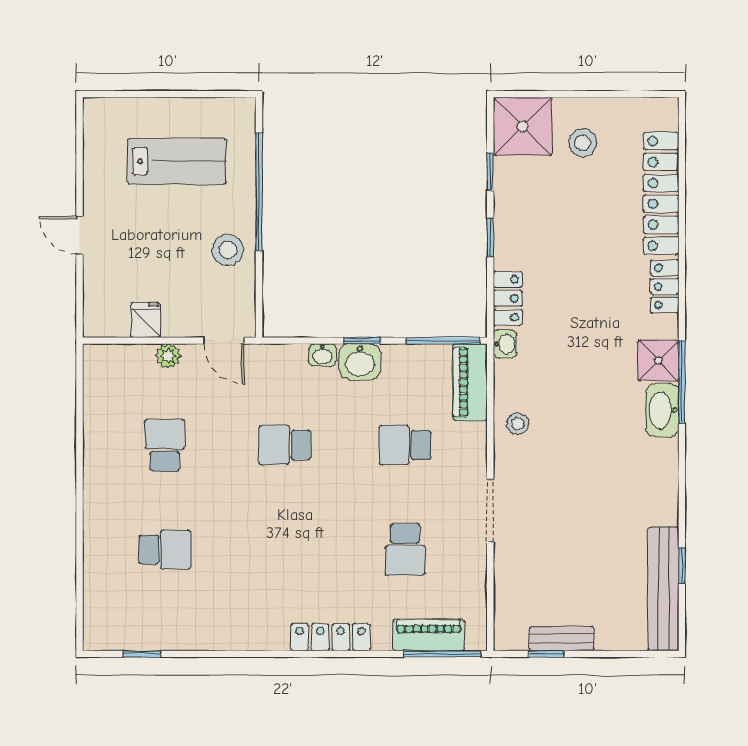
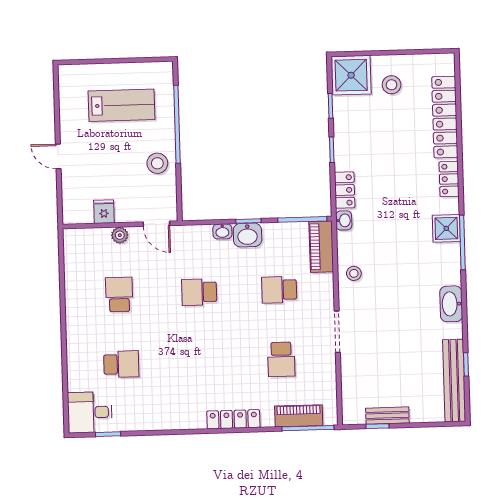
washbasin: (662, 410) -> (451, 304), moved
desk: (116, 620) -> (90, 412), added

